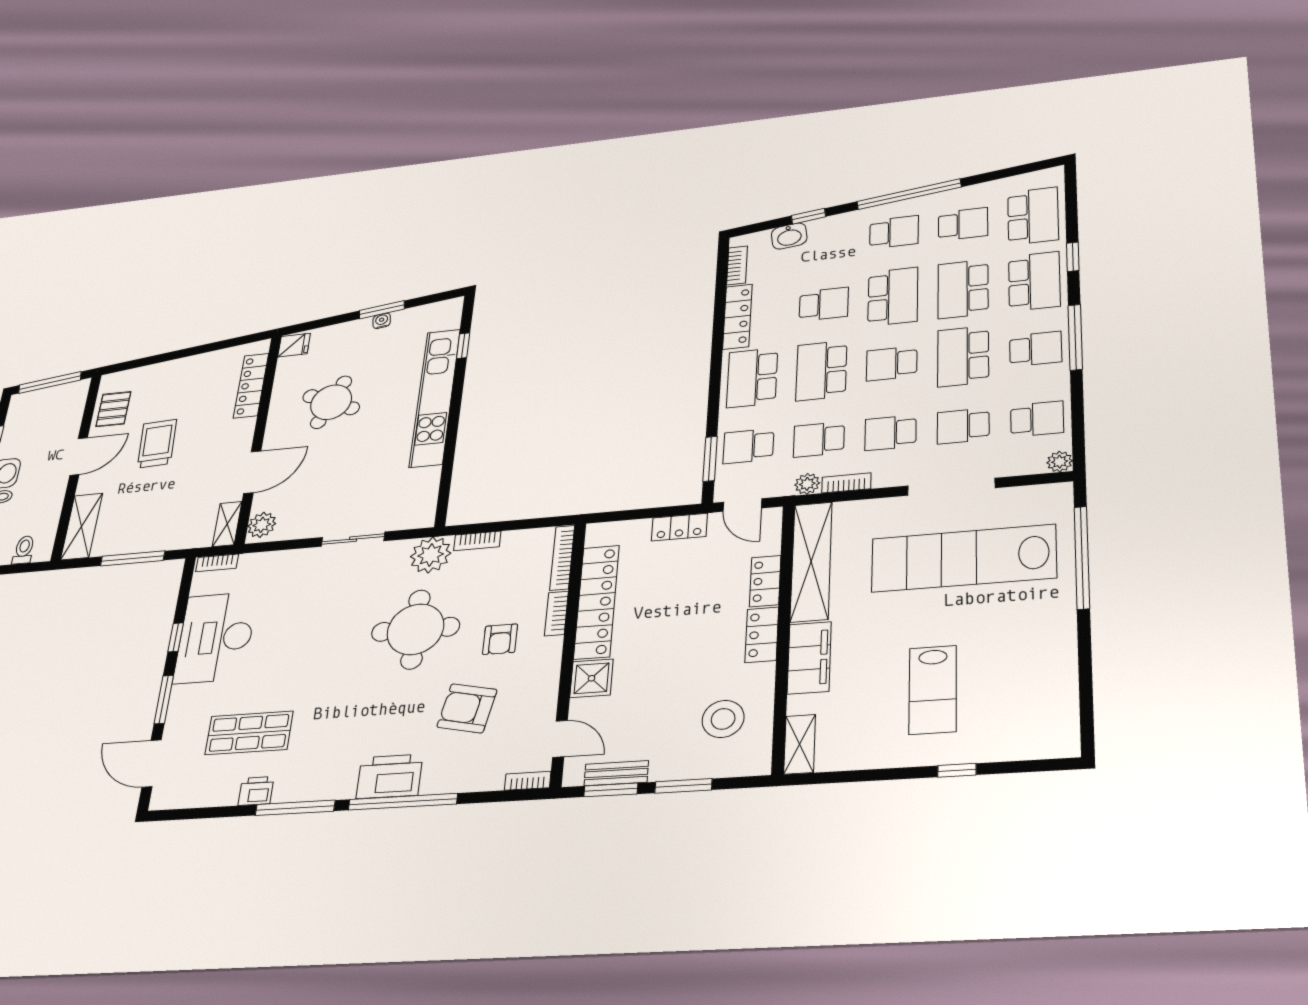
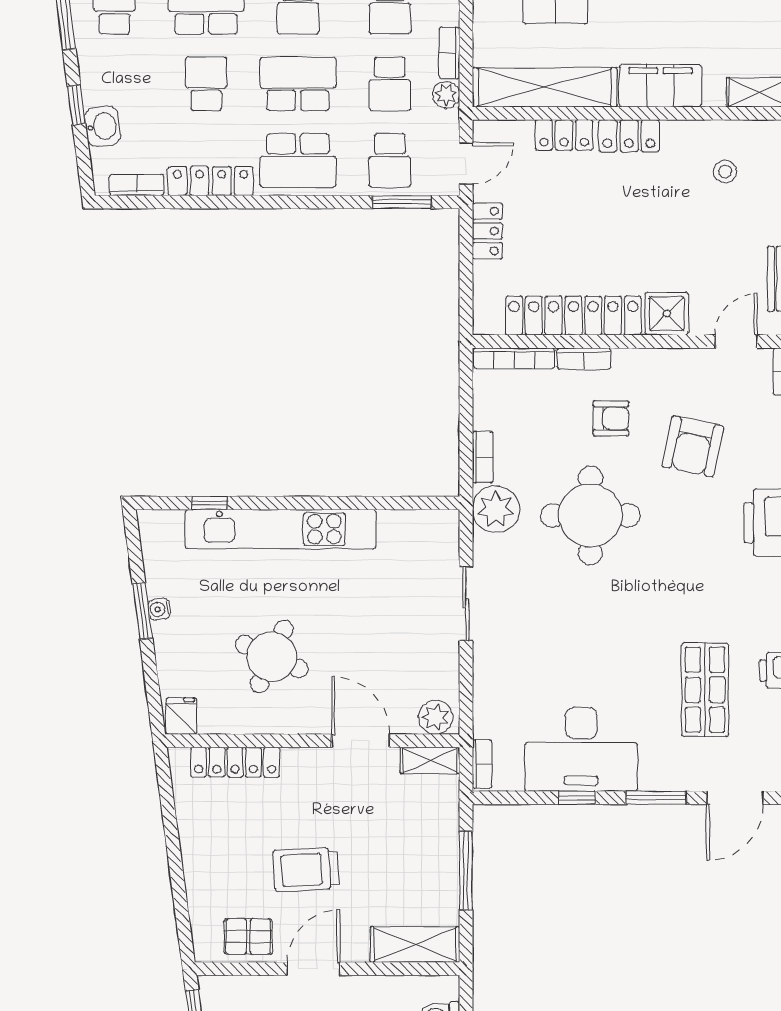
school desk: (821, 371) -> (298, 84), turned 180
door: (79, 456) -> (313, 969), hinge flipped
stool: (723, 719) -> (725, 171), width x0.53, depth x0.53

